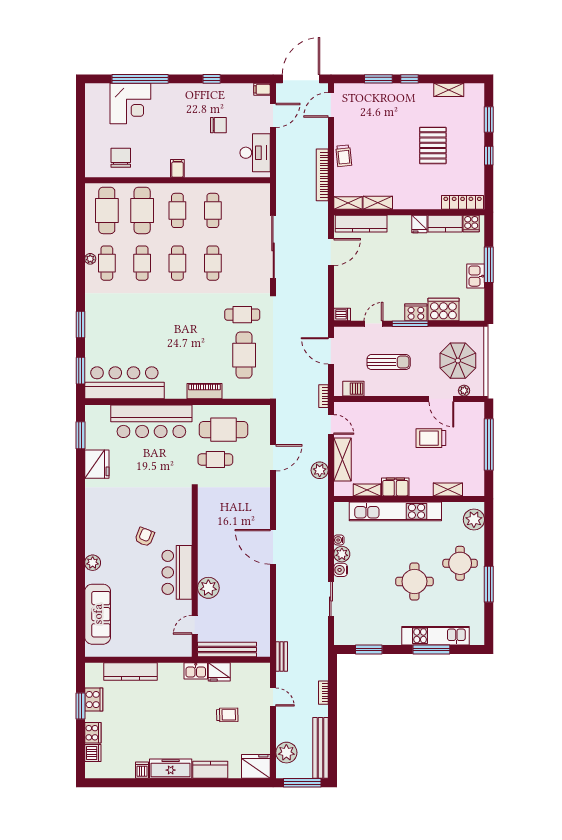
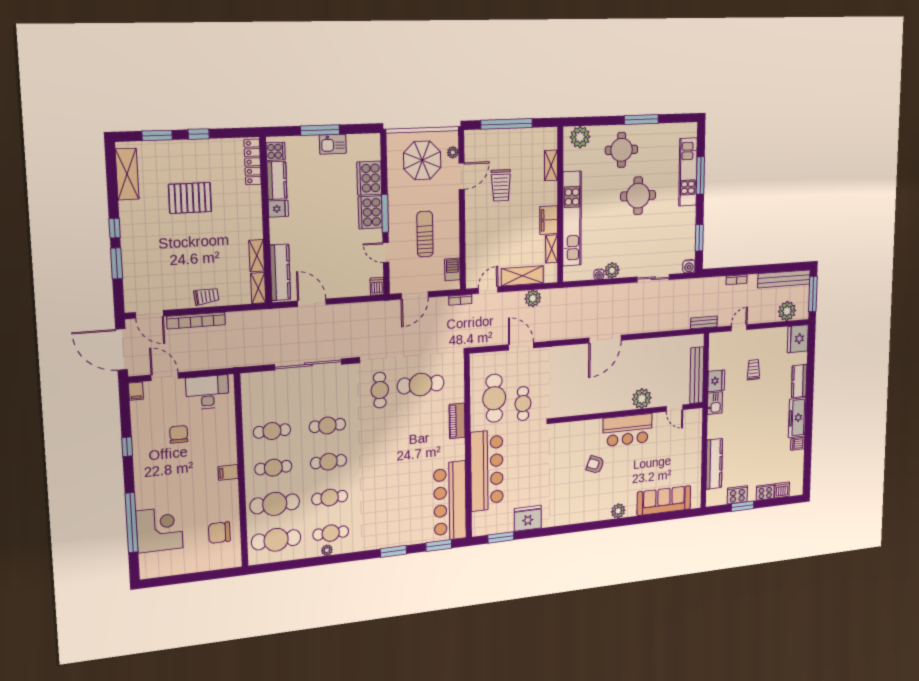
shelving: (449, 90) -> (127, 174), width x1.50, depth x1.33
bookcase: (322, 175) -> (196, 321), moved
cooker: (416, 312) -> (370, 212), width x1.37, depth x1.31
water cooler: (341, 570) -> (689, 266), moved

